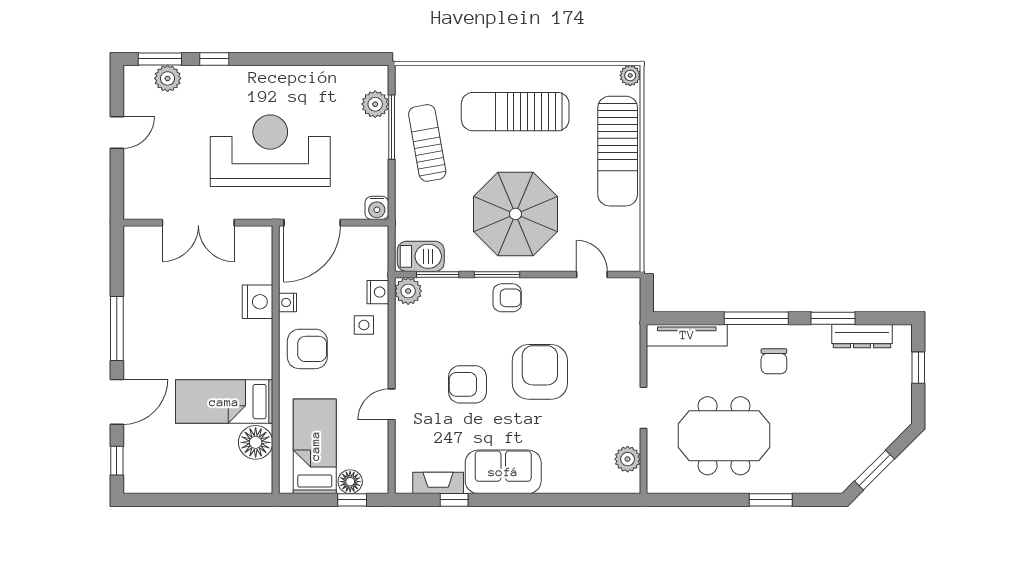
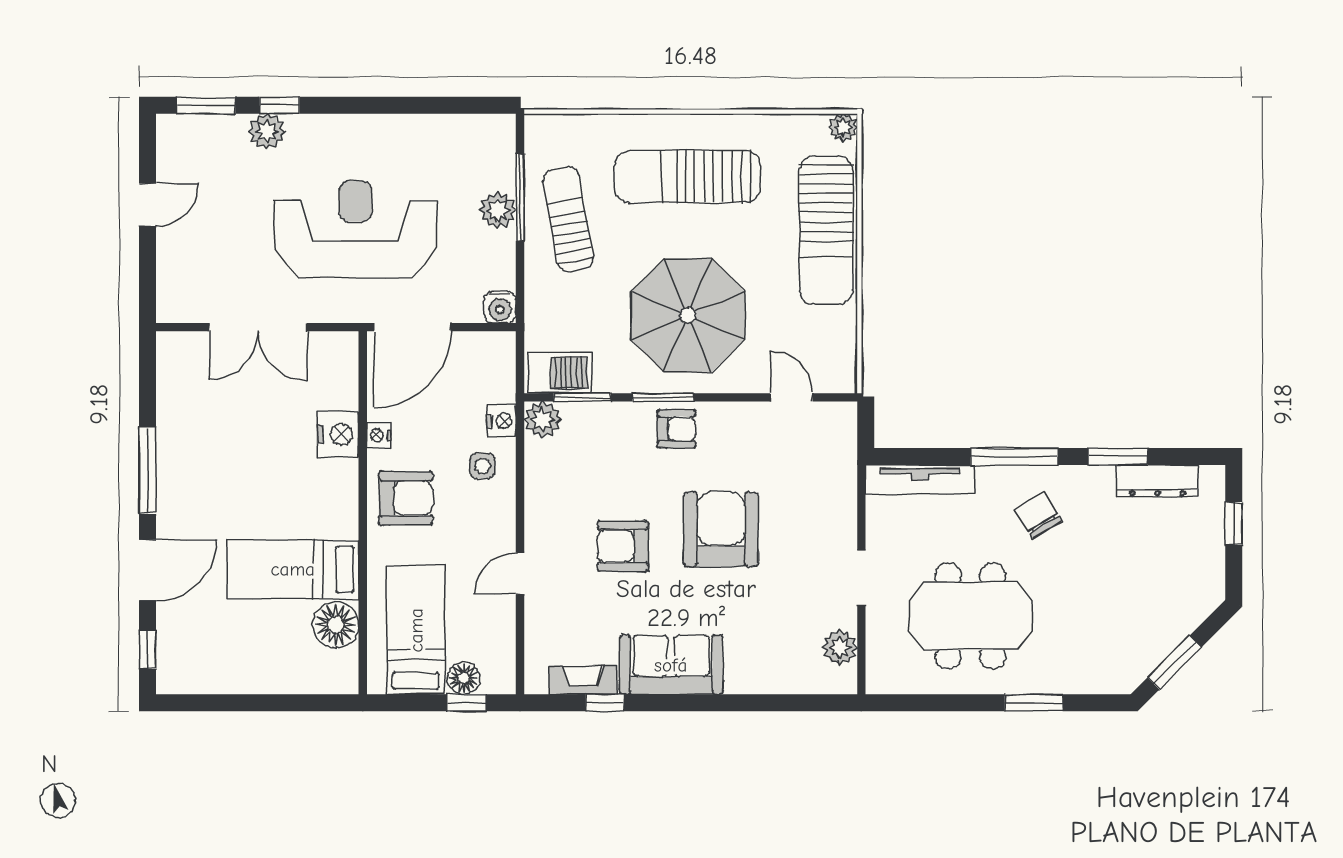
plant: (168, 78) -> (267, 132), moved
plant: (375, 104) -> (498, 210), moved
chair: (774, 361) -> (1038, 515), turned 149

